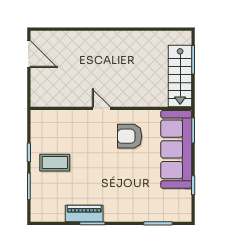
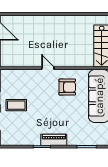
armchair: (130, 136) -> (67, 87), turned 180
piano: (84, 213) -> (54, 140), moved

